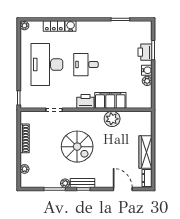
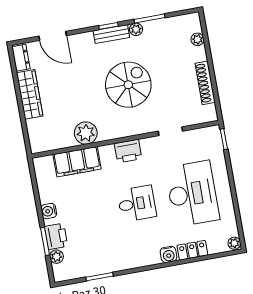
plant: (147, 81) -> (56, 257), moved
filing cabinet: (110, 100) -> (77, 162), moved
spiral stairs: (77, 147) -> (128, 85), turned 90

